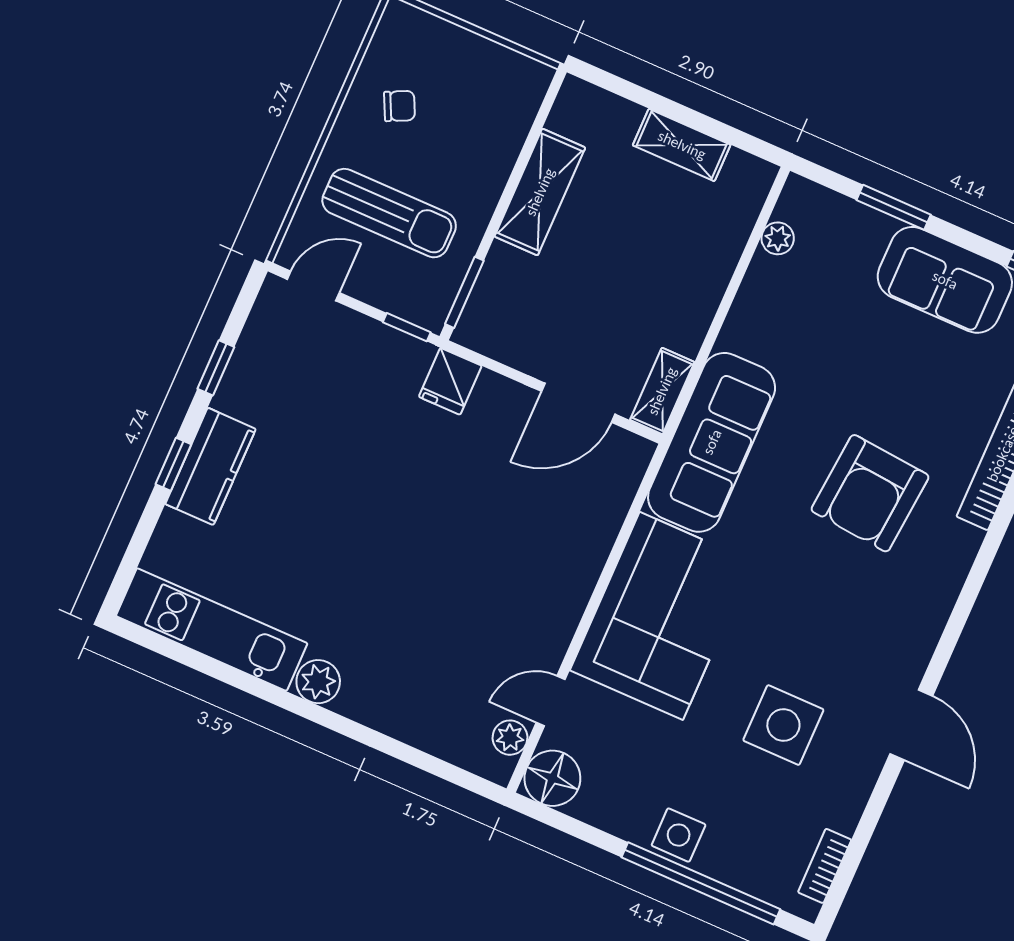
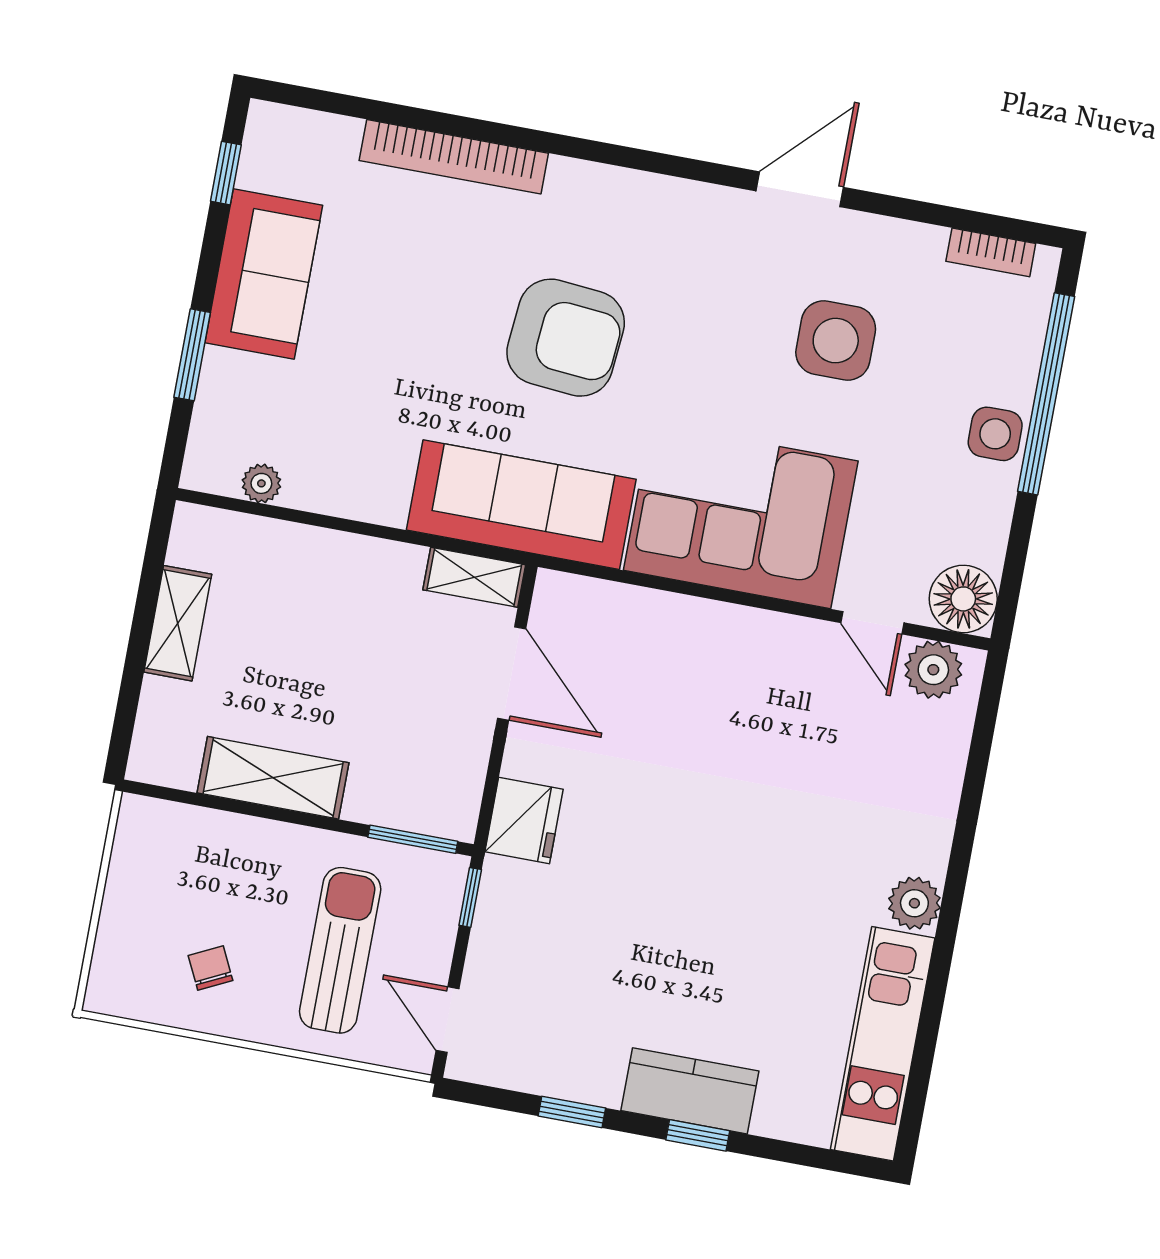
fridge: (450, 381) -> (524, 821), width x1.38
armchair: (870, 493) -> (566, 338), moved
plant: (510, 738) -> (933, 670), width x1.38, depth x1.38

